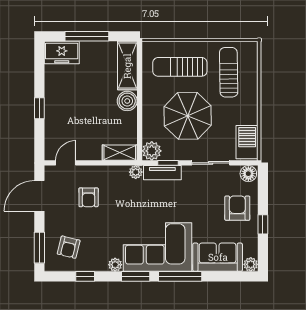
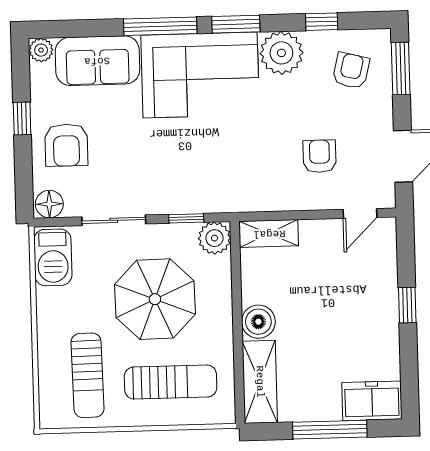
plant: (136, 172) -> (241, 201), removed
tv unit: (162, 173) -> (195, 202), removed
plant: (115, 265) -> (281, 53), width x1.88, depth x1.88

